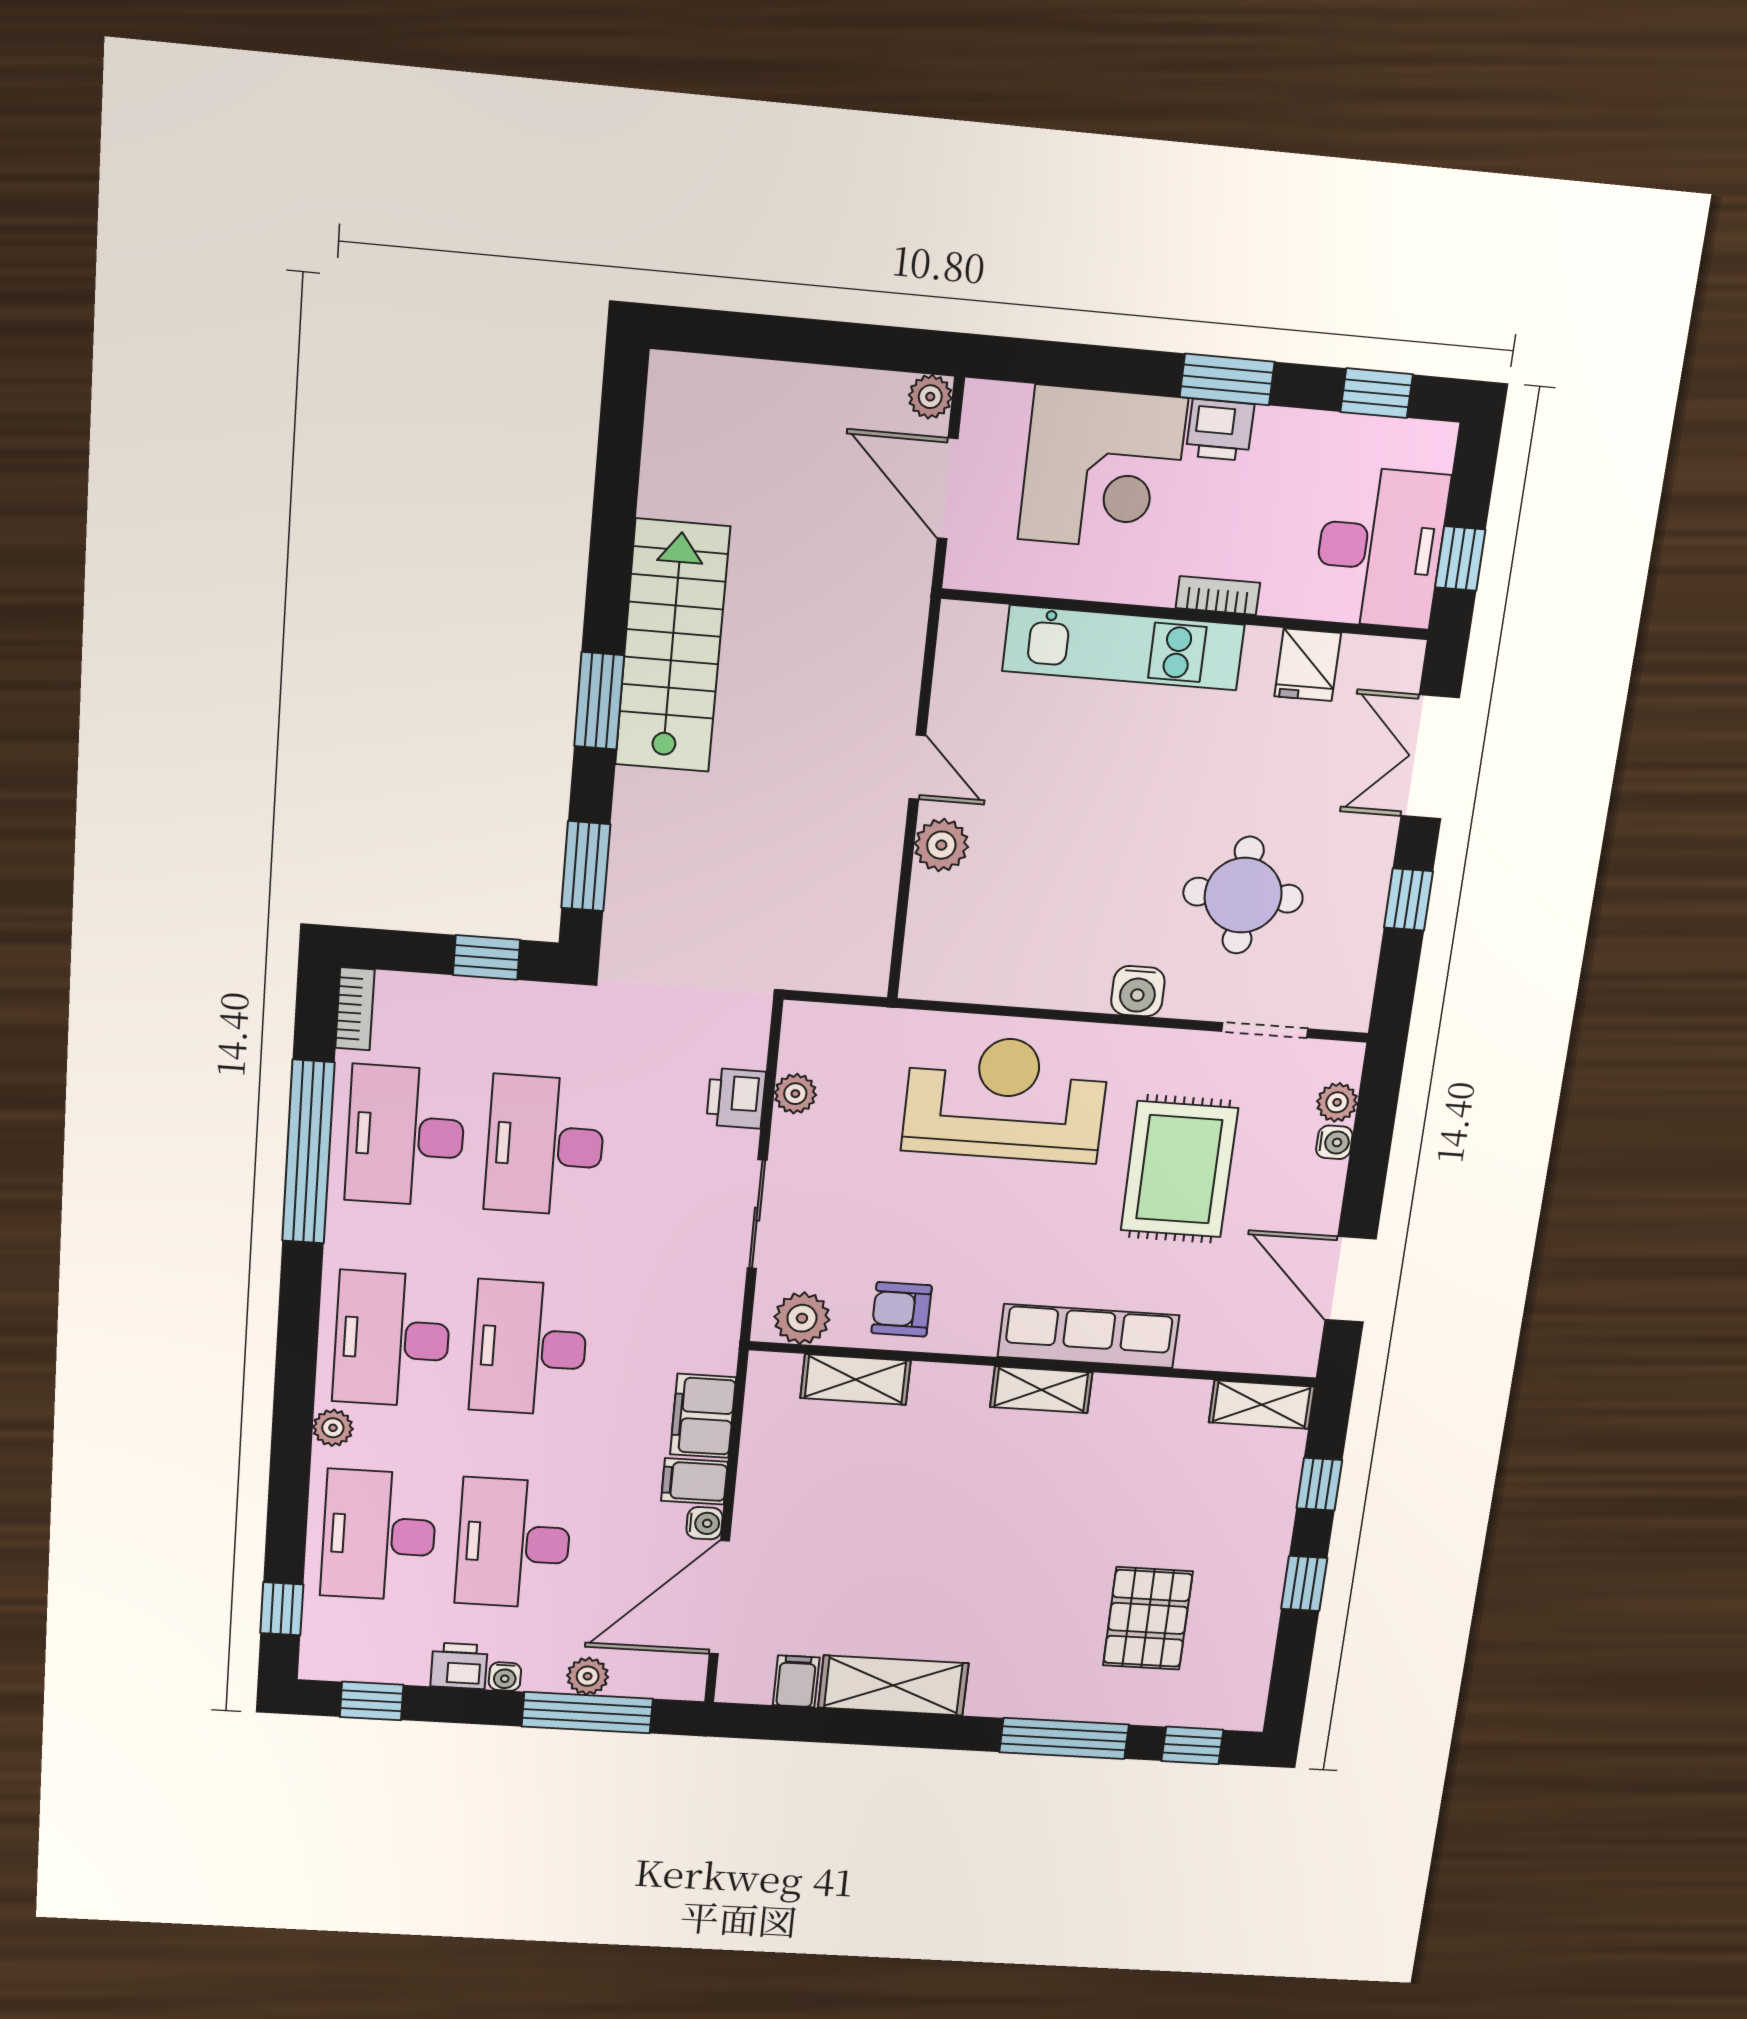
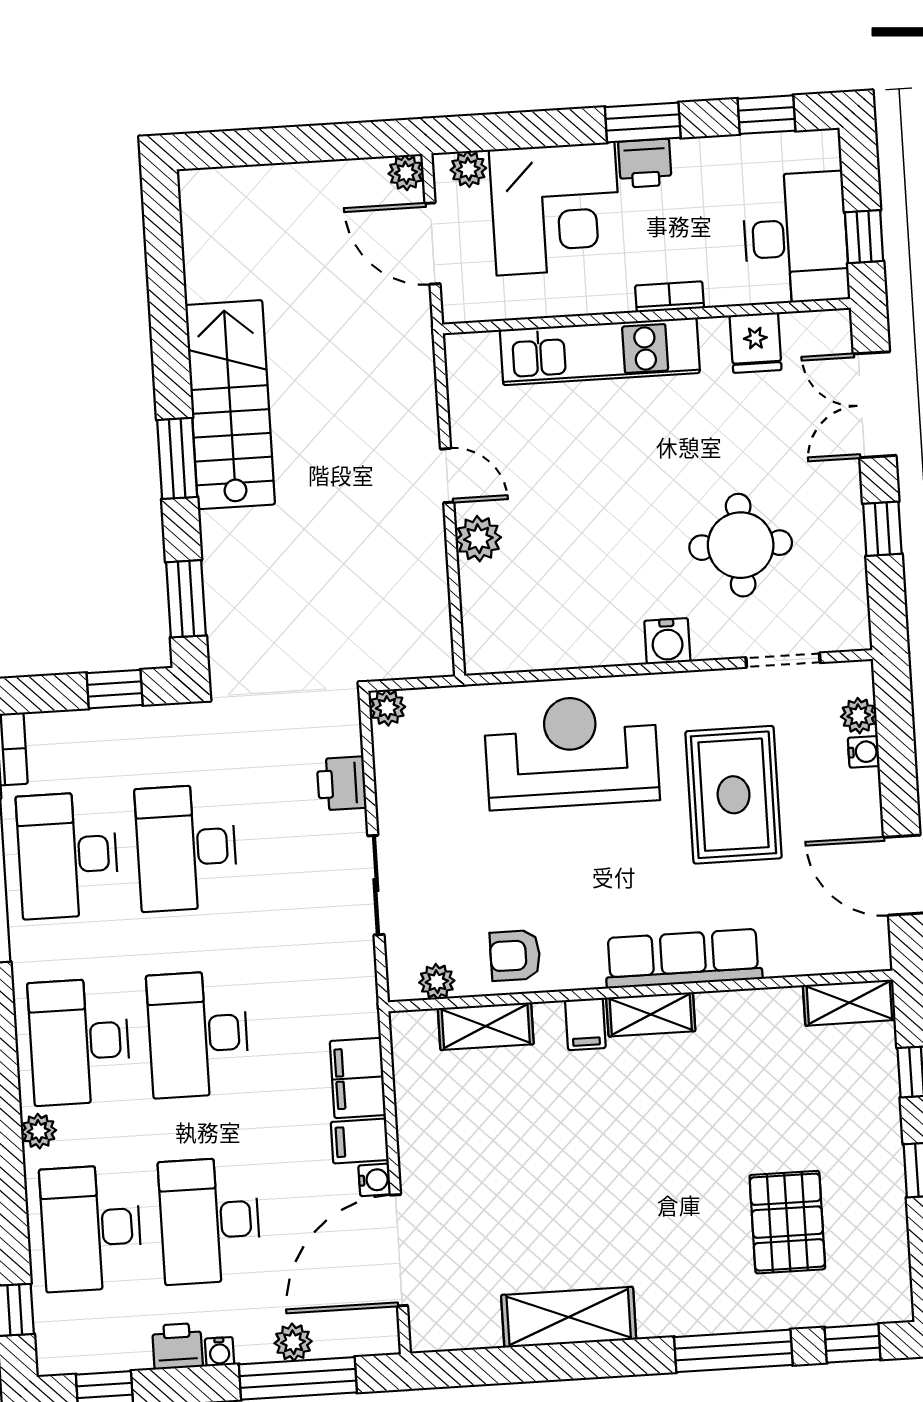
plant: (1007, 404) -> (468, 169), added
plant: (795, 1094) -> (387, 708), moved
plant: (802, 1318) -> (437, 982), width x0.73, depth x0.73
filing cabinet: (796, 1681) -> (585, 1024), moved, turned 180

